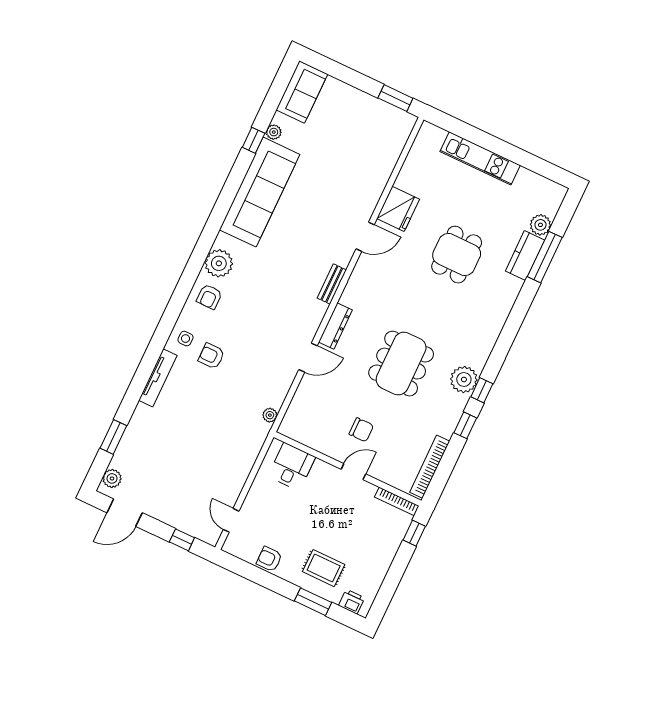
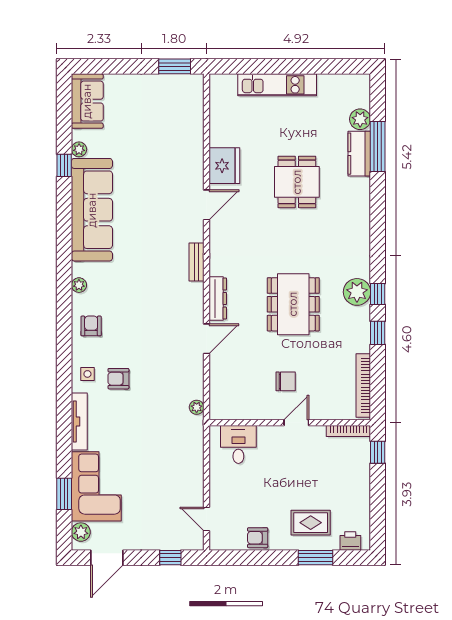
plant: (219, 263) -> (79, 285), width x0.53, depth x0.53
armchair: (209, 297) -> (91, 326), turned 180
corner sofa: (146, 444) -> (96, 486), added

